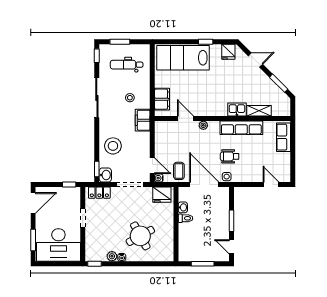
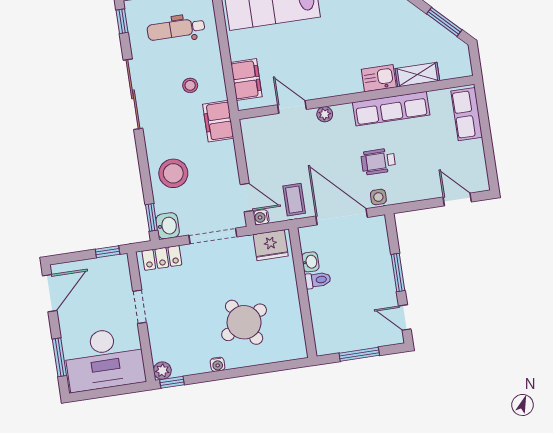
plant: (112, 256) -> (162, 371), moved

